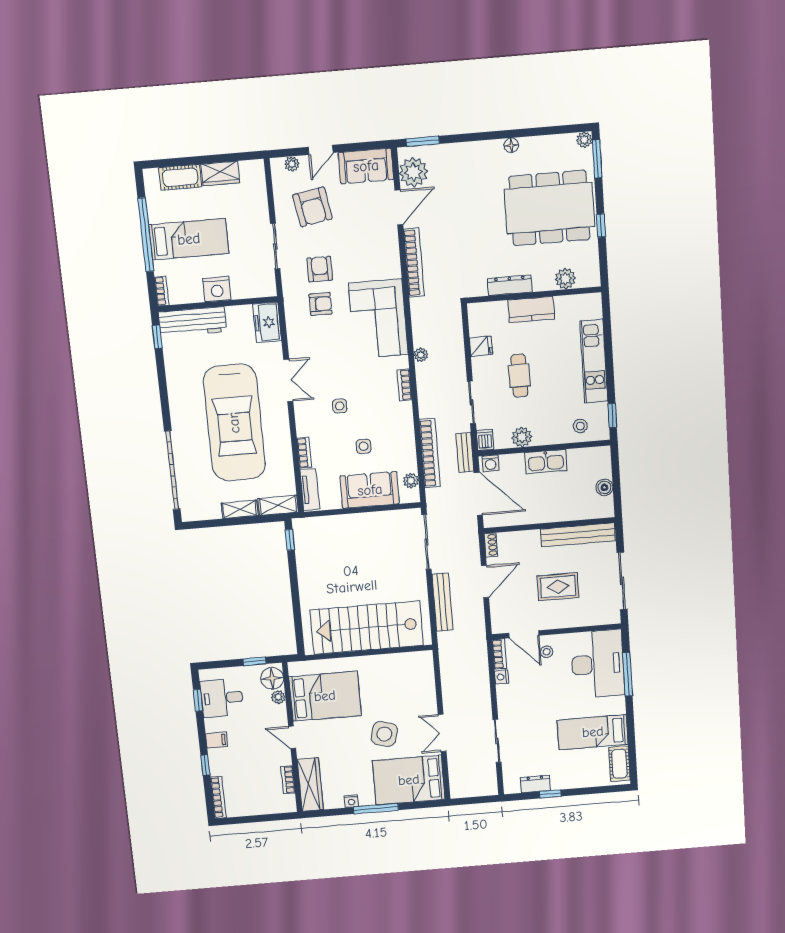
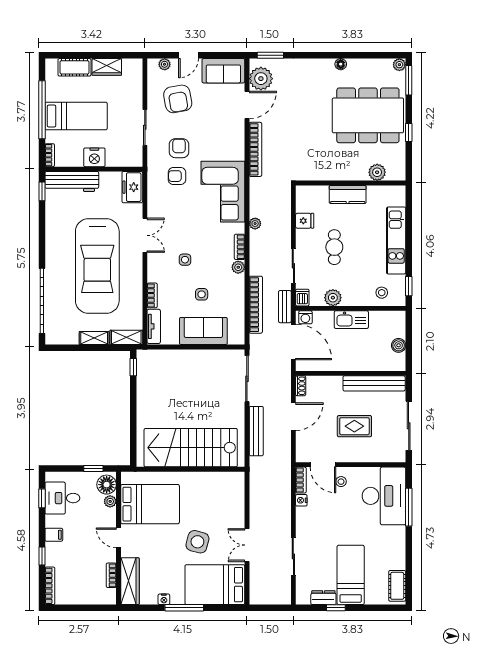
dresser: (510, 285) -> (332, 174), removed
armchair: (321, 304) -> (177, 176), turned 180
plant: (411, 481) -> (238, 267), moved
bed: (593, 732) -> (351, 575), moved, turned 90

